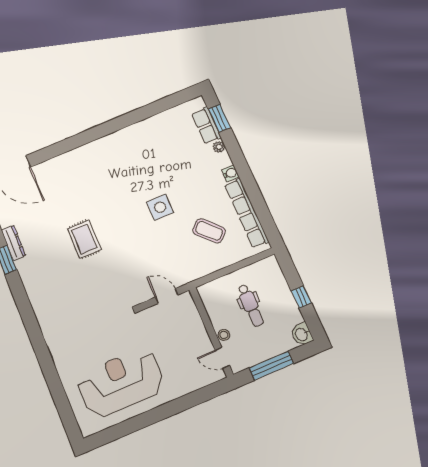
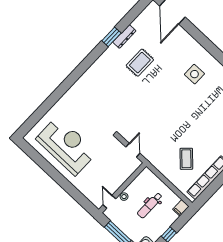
side table: (160, 207) -> (194, 74), moved
rug: (84, 239) -> (140, 63), moved
filing cabinet: (272, 266) -> (181, 208), added

